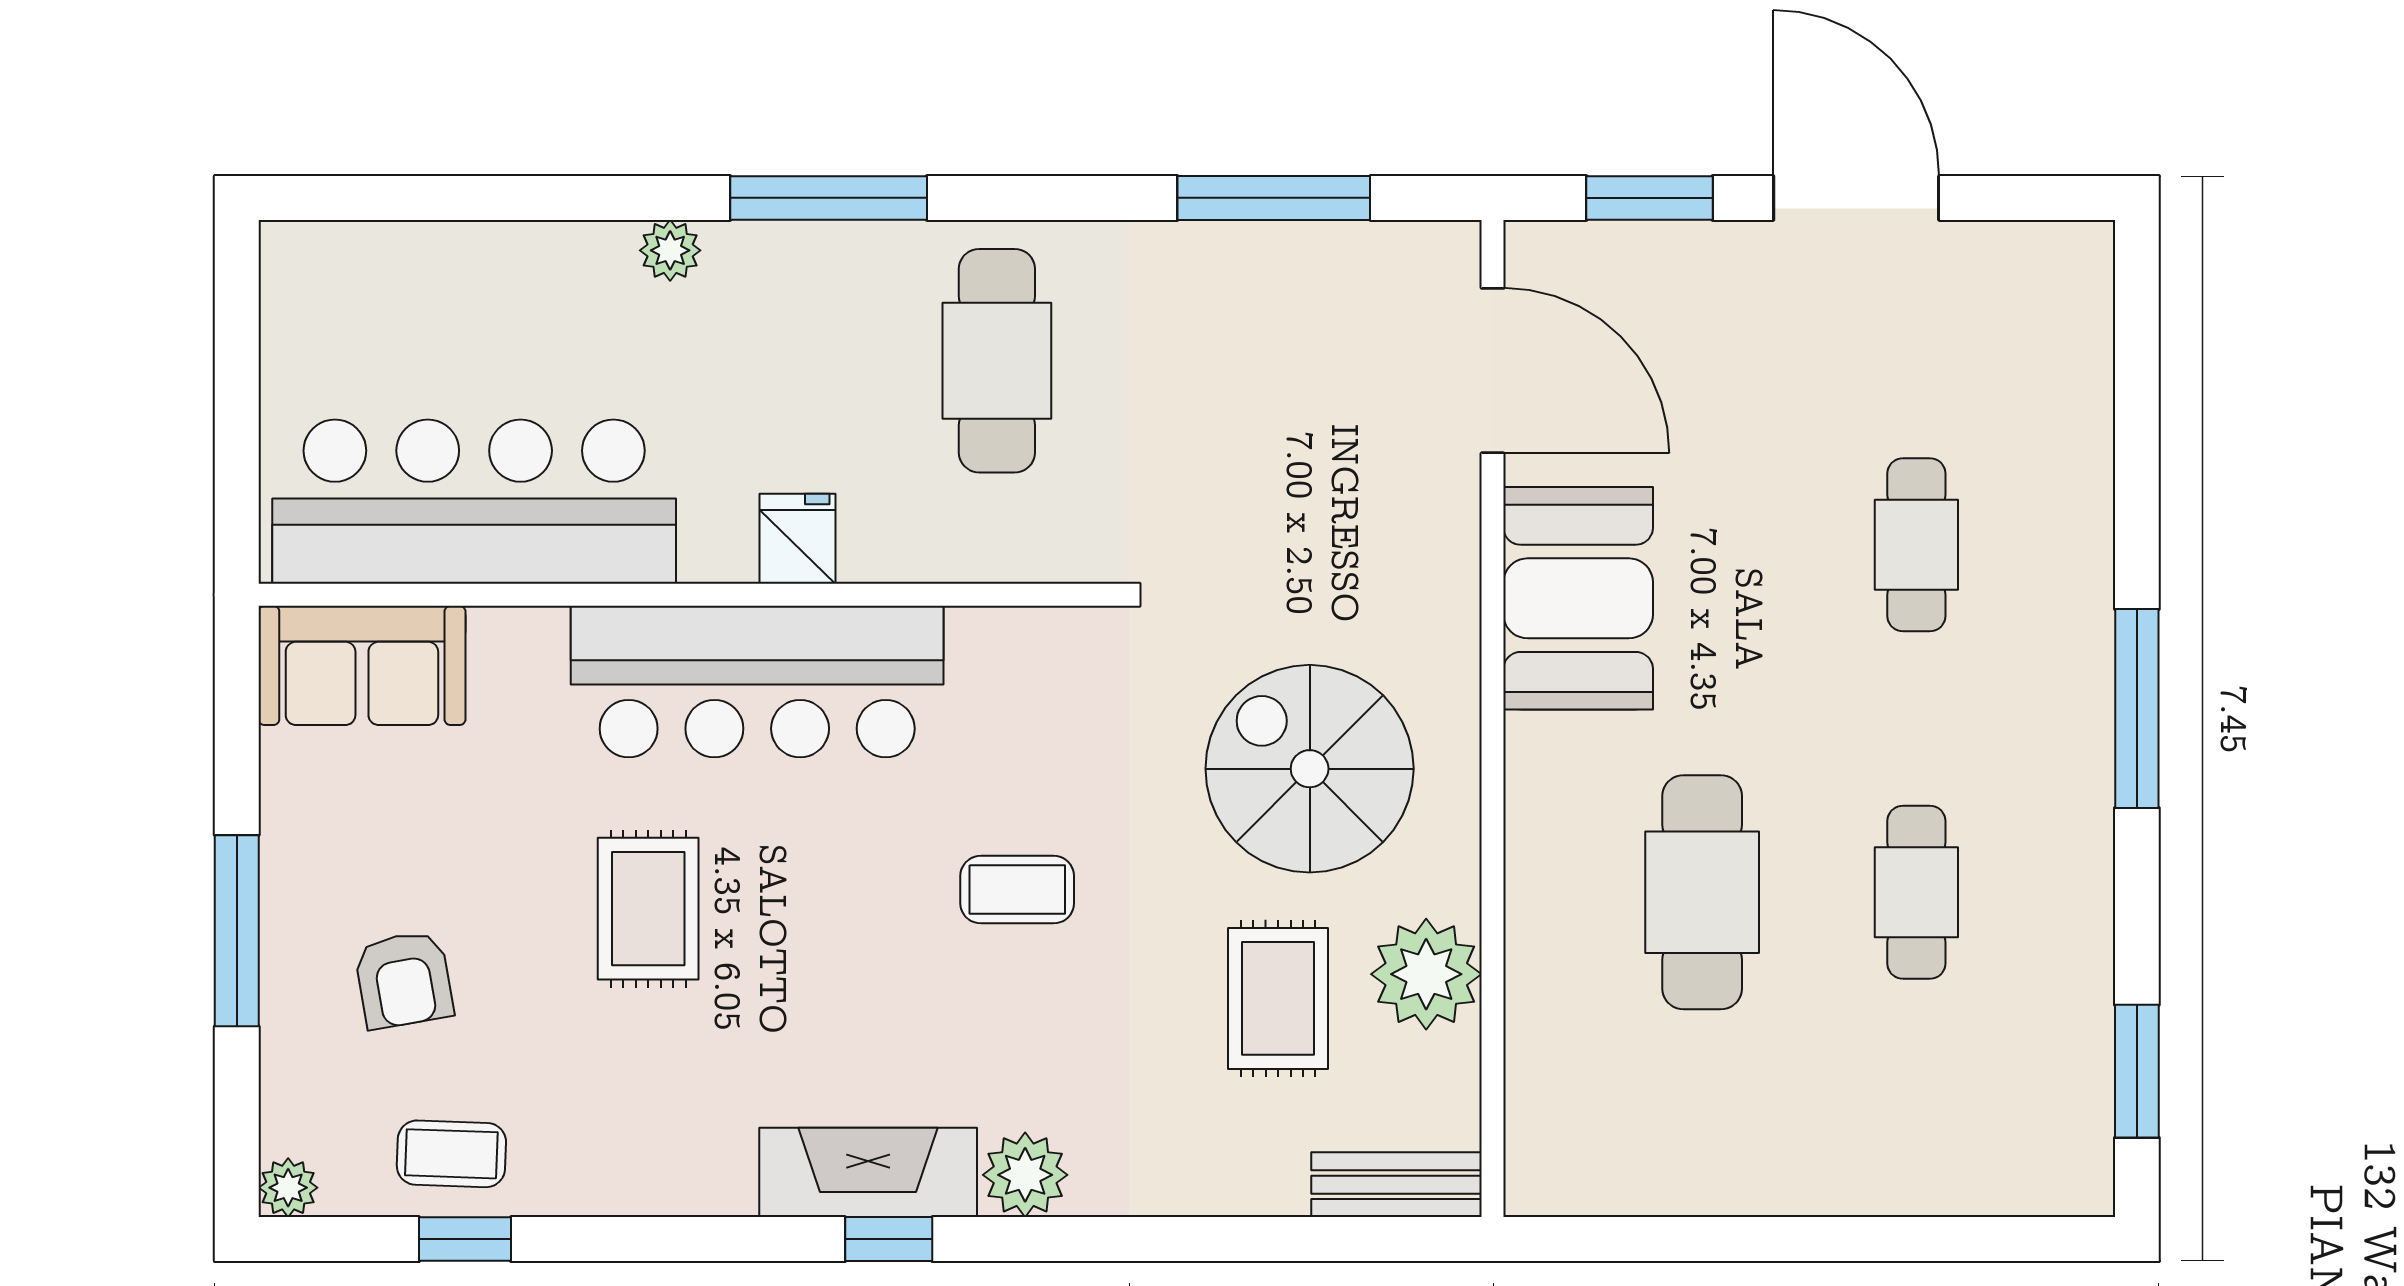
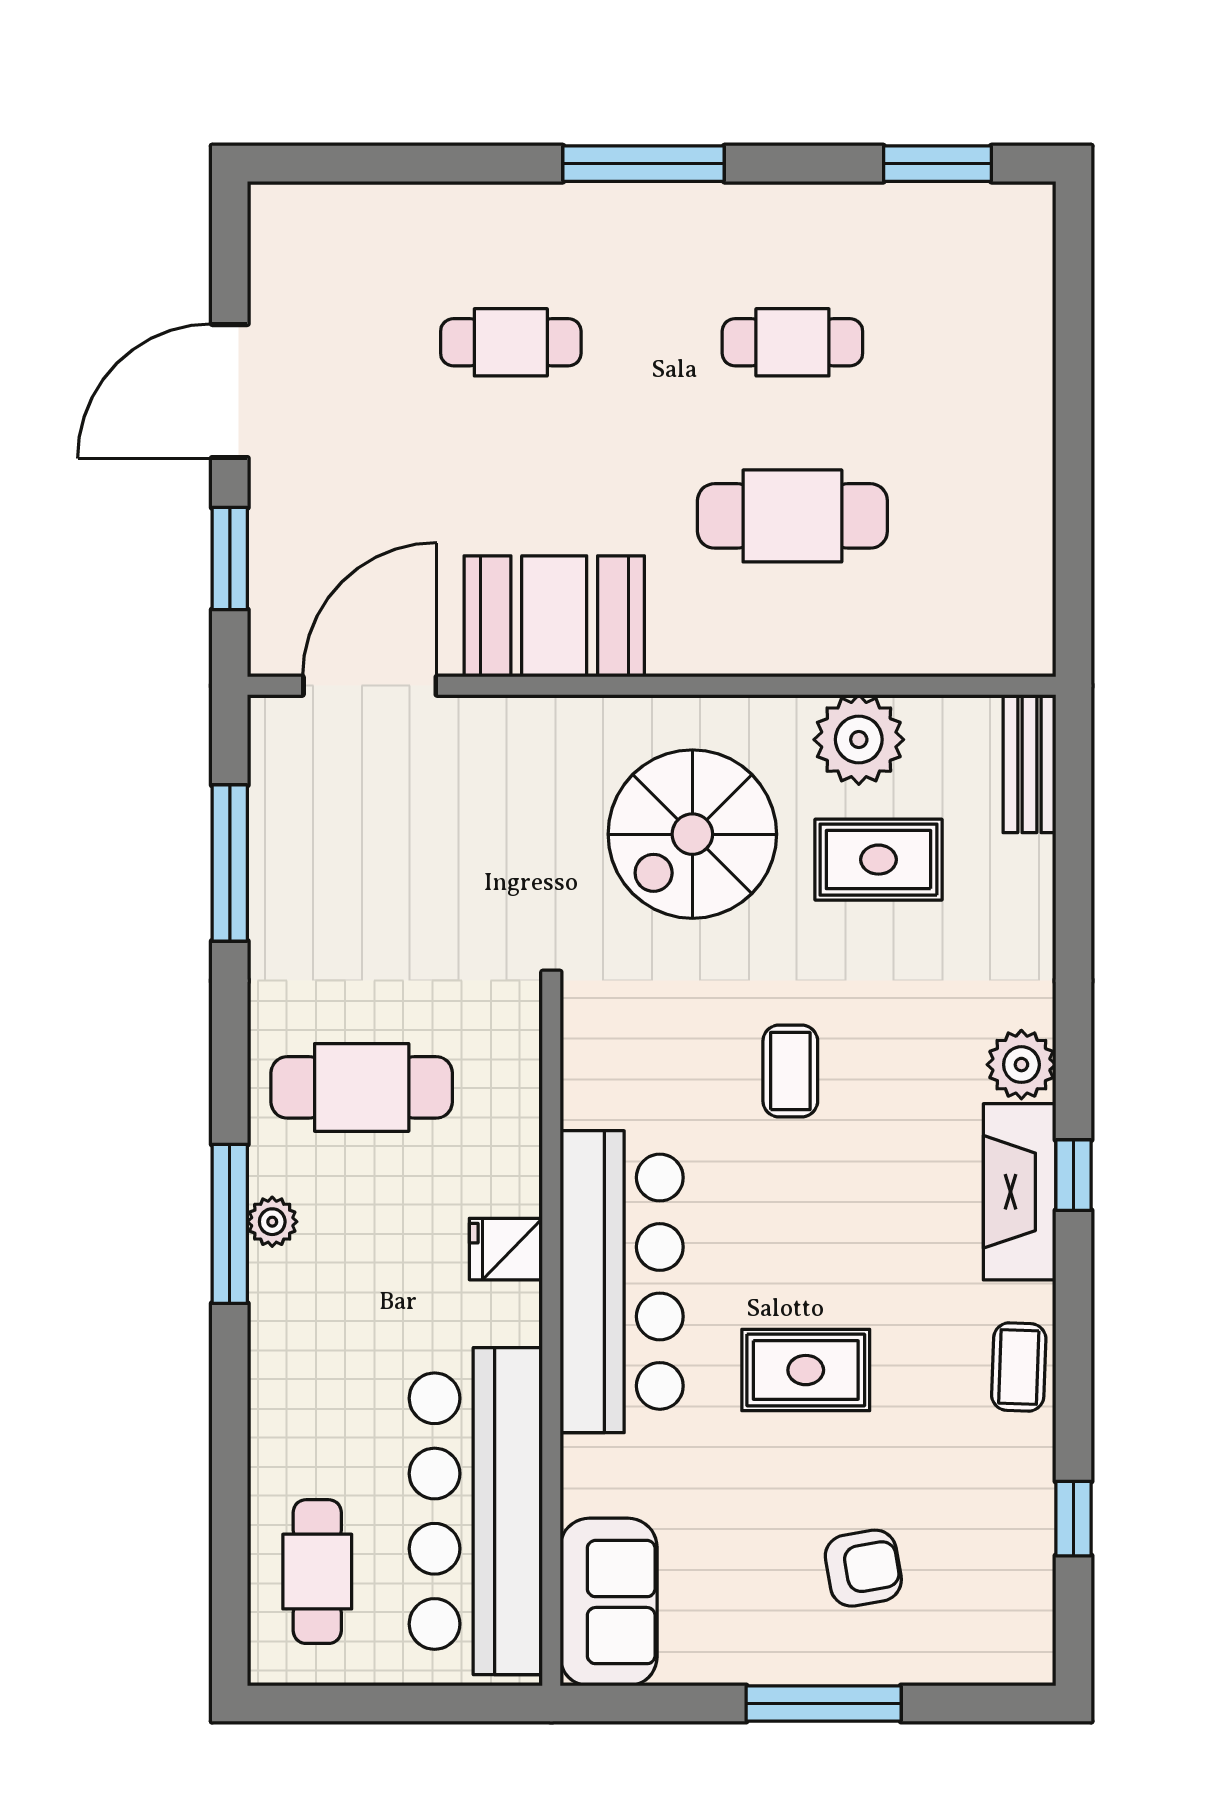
plant: (670, 250) -> (272, 1222), moved
cafe table: (400, 306) -> (317, 1572), added
coffee table: (451, 1154) -> (1019, 1367), moved
plant: (288, 1188) -> (1032, 1662), removed

